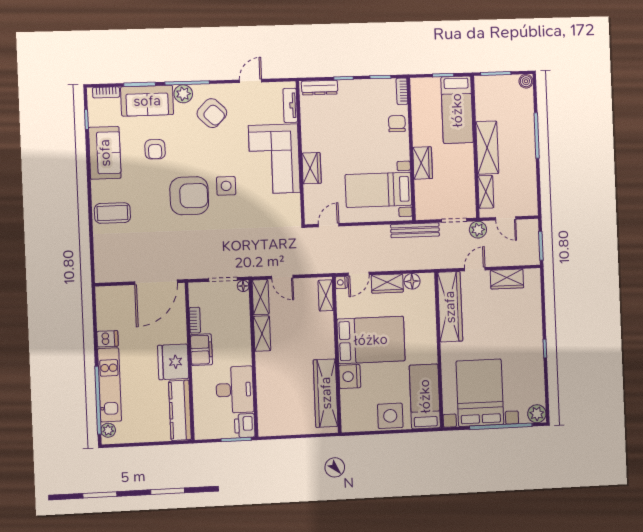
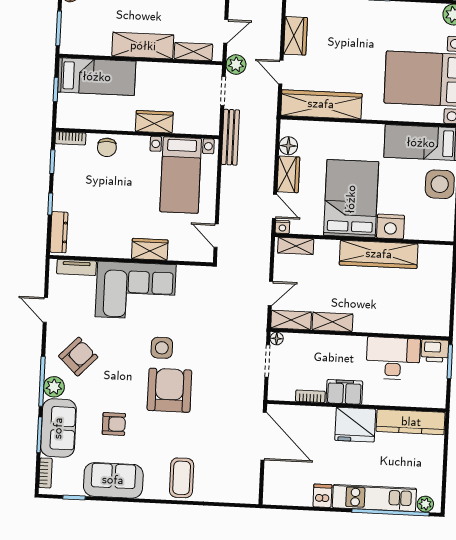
chair: (397, 124) -> (107, 147), turned -91
wardrobe: (326, 393) -> (379, 254), moved

